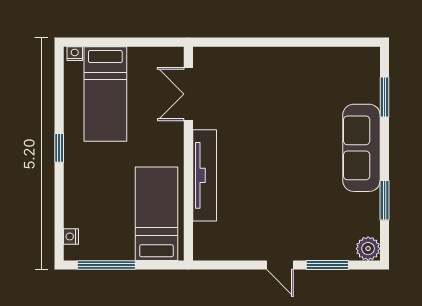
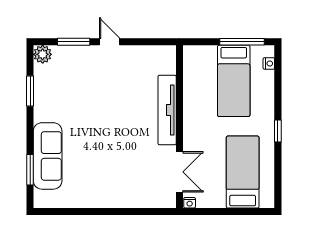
nightstand: (75, 54) -> (190, 203), moved
sofa: (361, 148) -> (48, 156), moved
bed: (156, 214) -> (234, 81), moved

